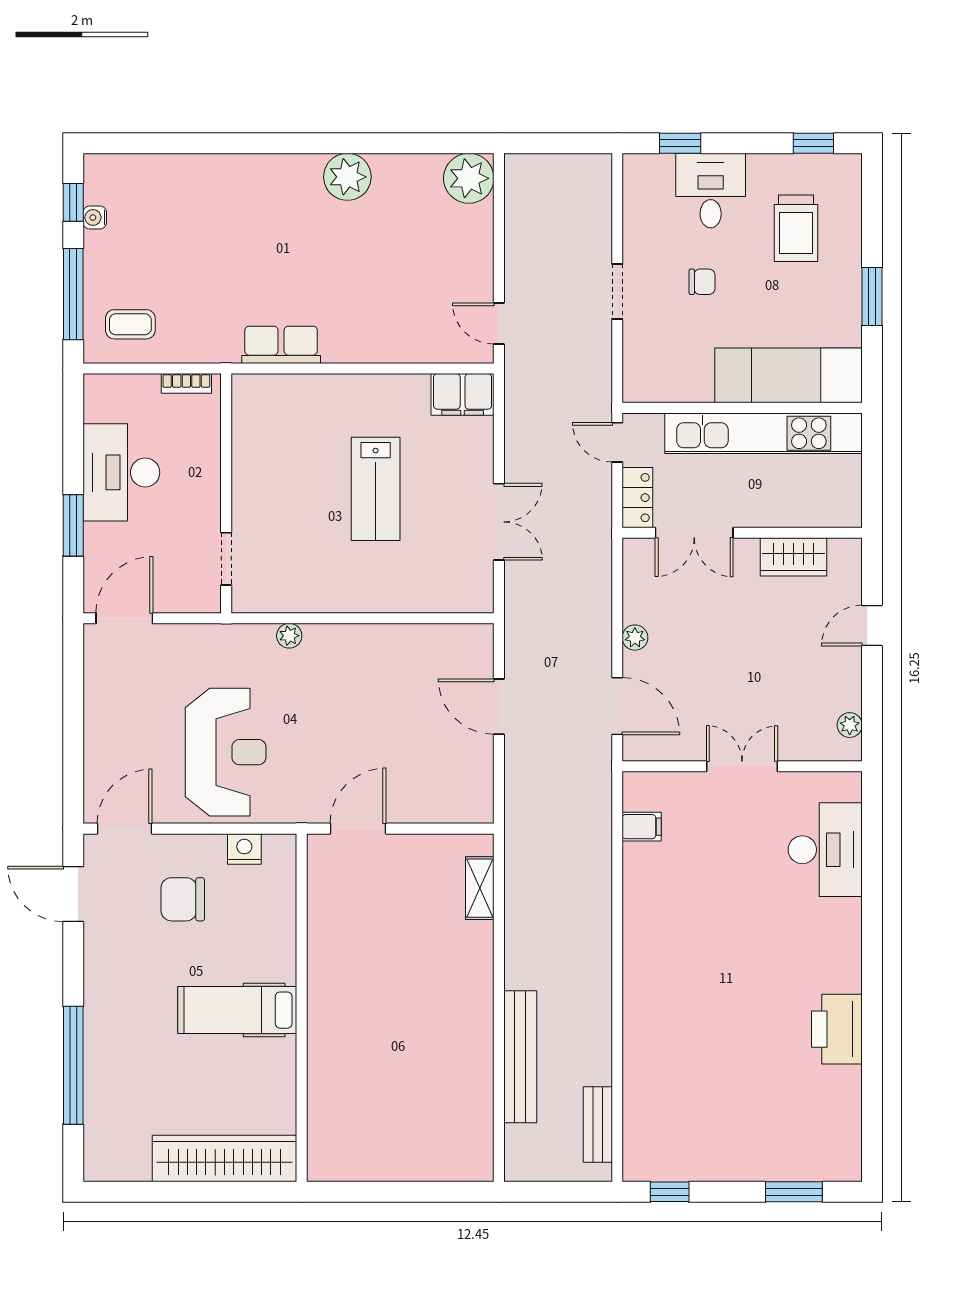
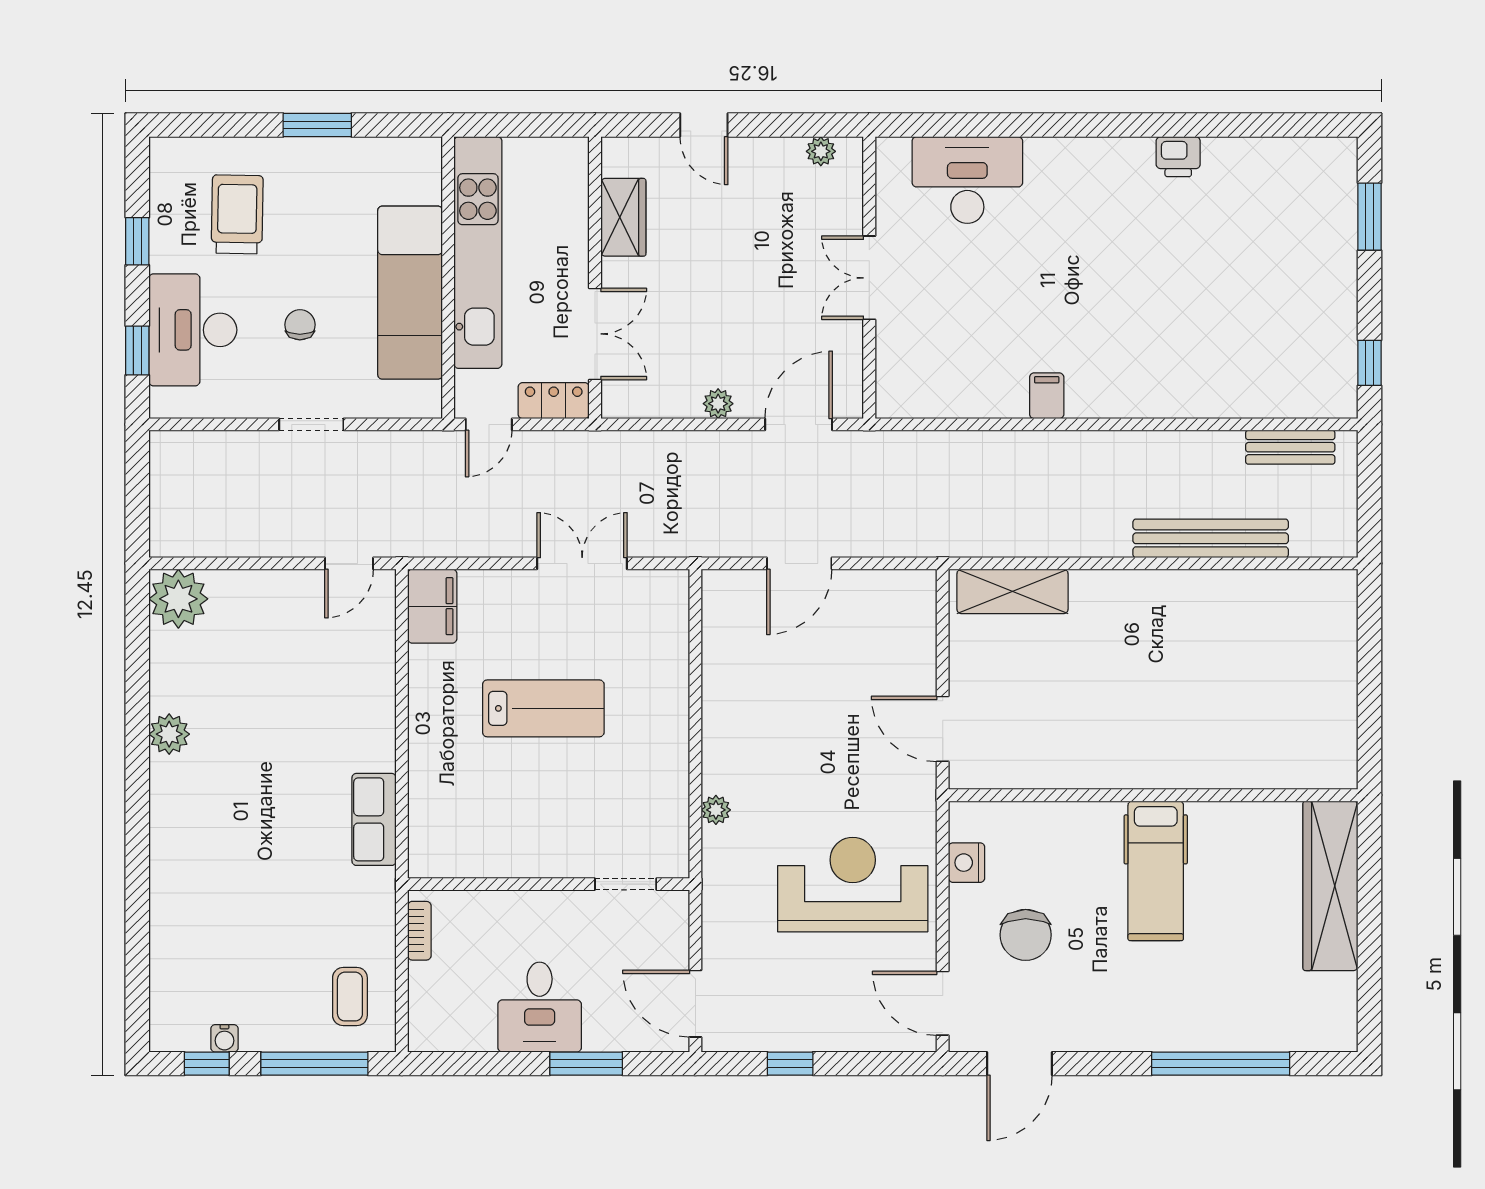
window: (813, 143) -> (137, 241), moved
plant: (347, 177) -> (169, 734), width x0.73, depth x0.73
desk: (711, 191) -> (193, 330), width x1.37
trolley: (796, 228) -> (237, 214), turned -89
exam couch: (789, 375) -> (410, 293), moved
desk: (121, 472) -> (540, 1007), width x0.73
window: (73, 699) -> (790, 1064), added
filing cabinet: (642, 827) -> (1047, 396), moved
shelving: (480, 888) -> (1012, 591), width x1.50, depth x1.33
printer: (837, 1029) -> (1178, 157), width x0.53, depth x0.68

